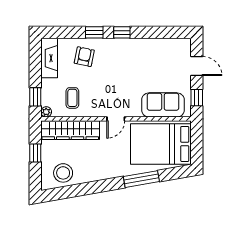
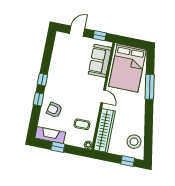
window: (35, 97) -> (58, 147), moved
window: (35, 153) -> (128, 161), moved

